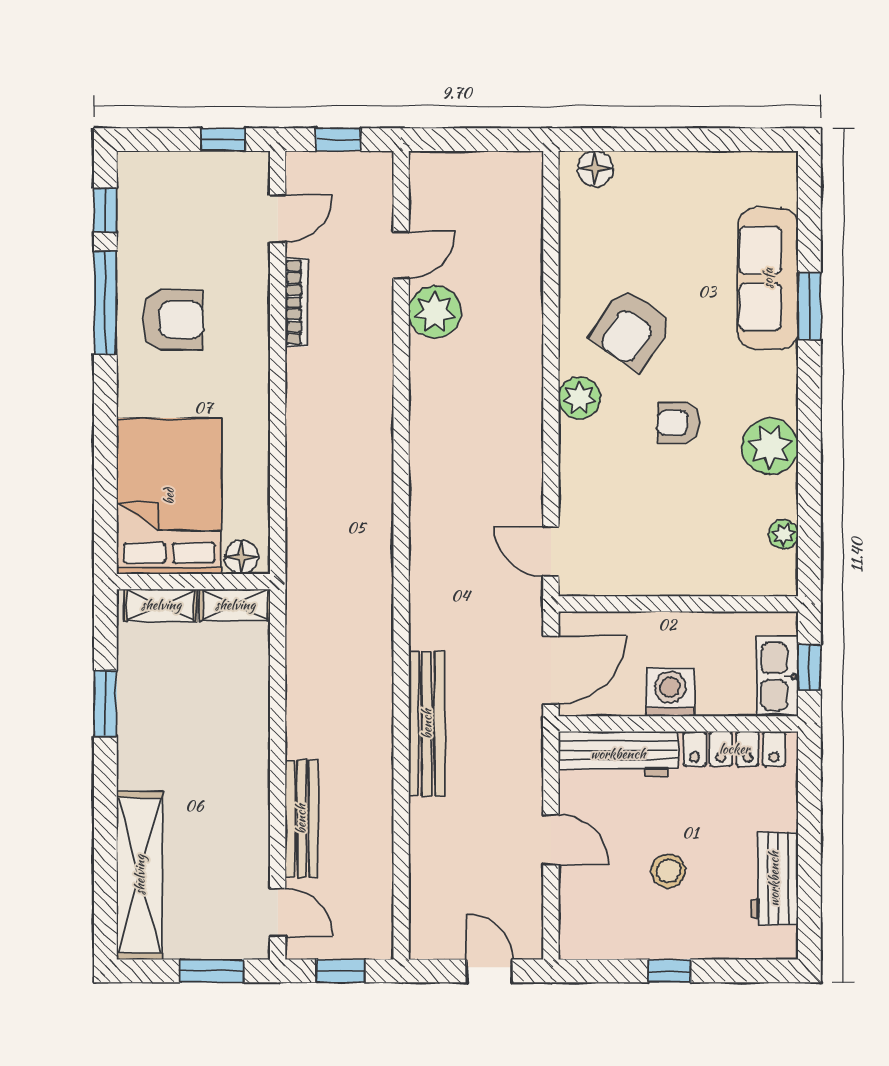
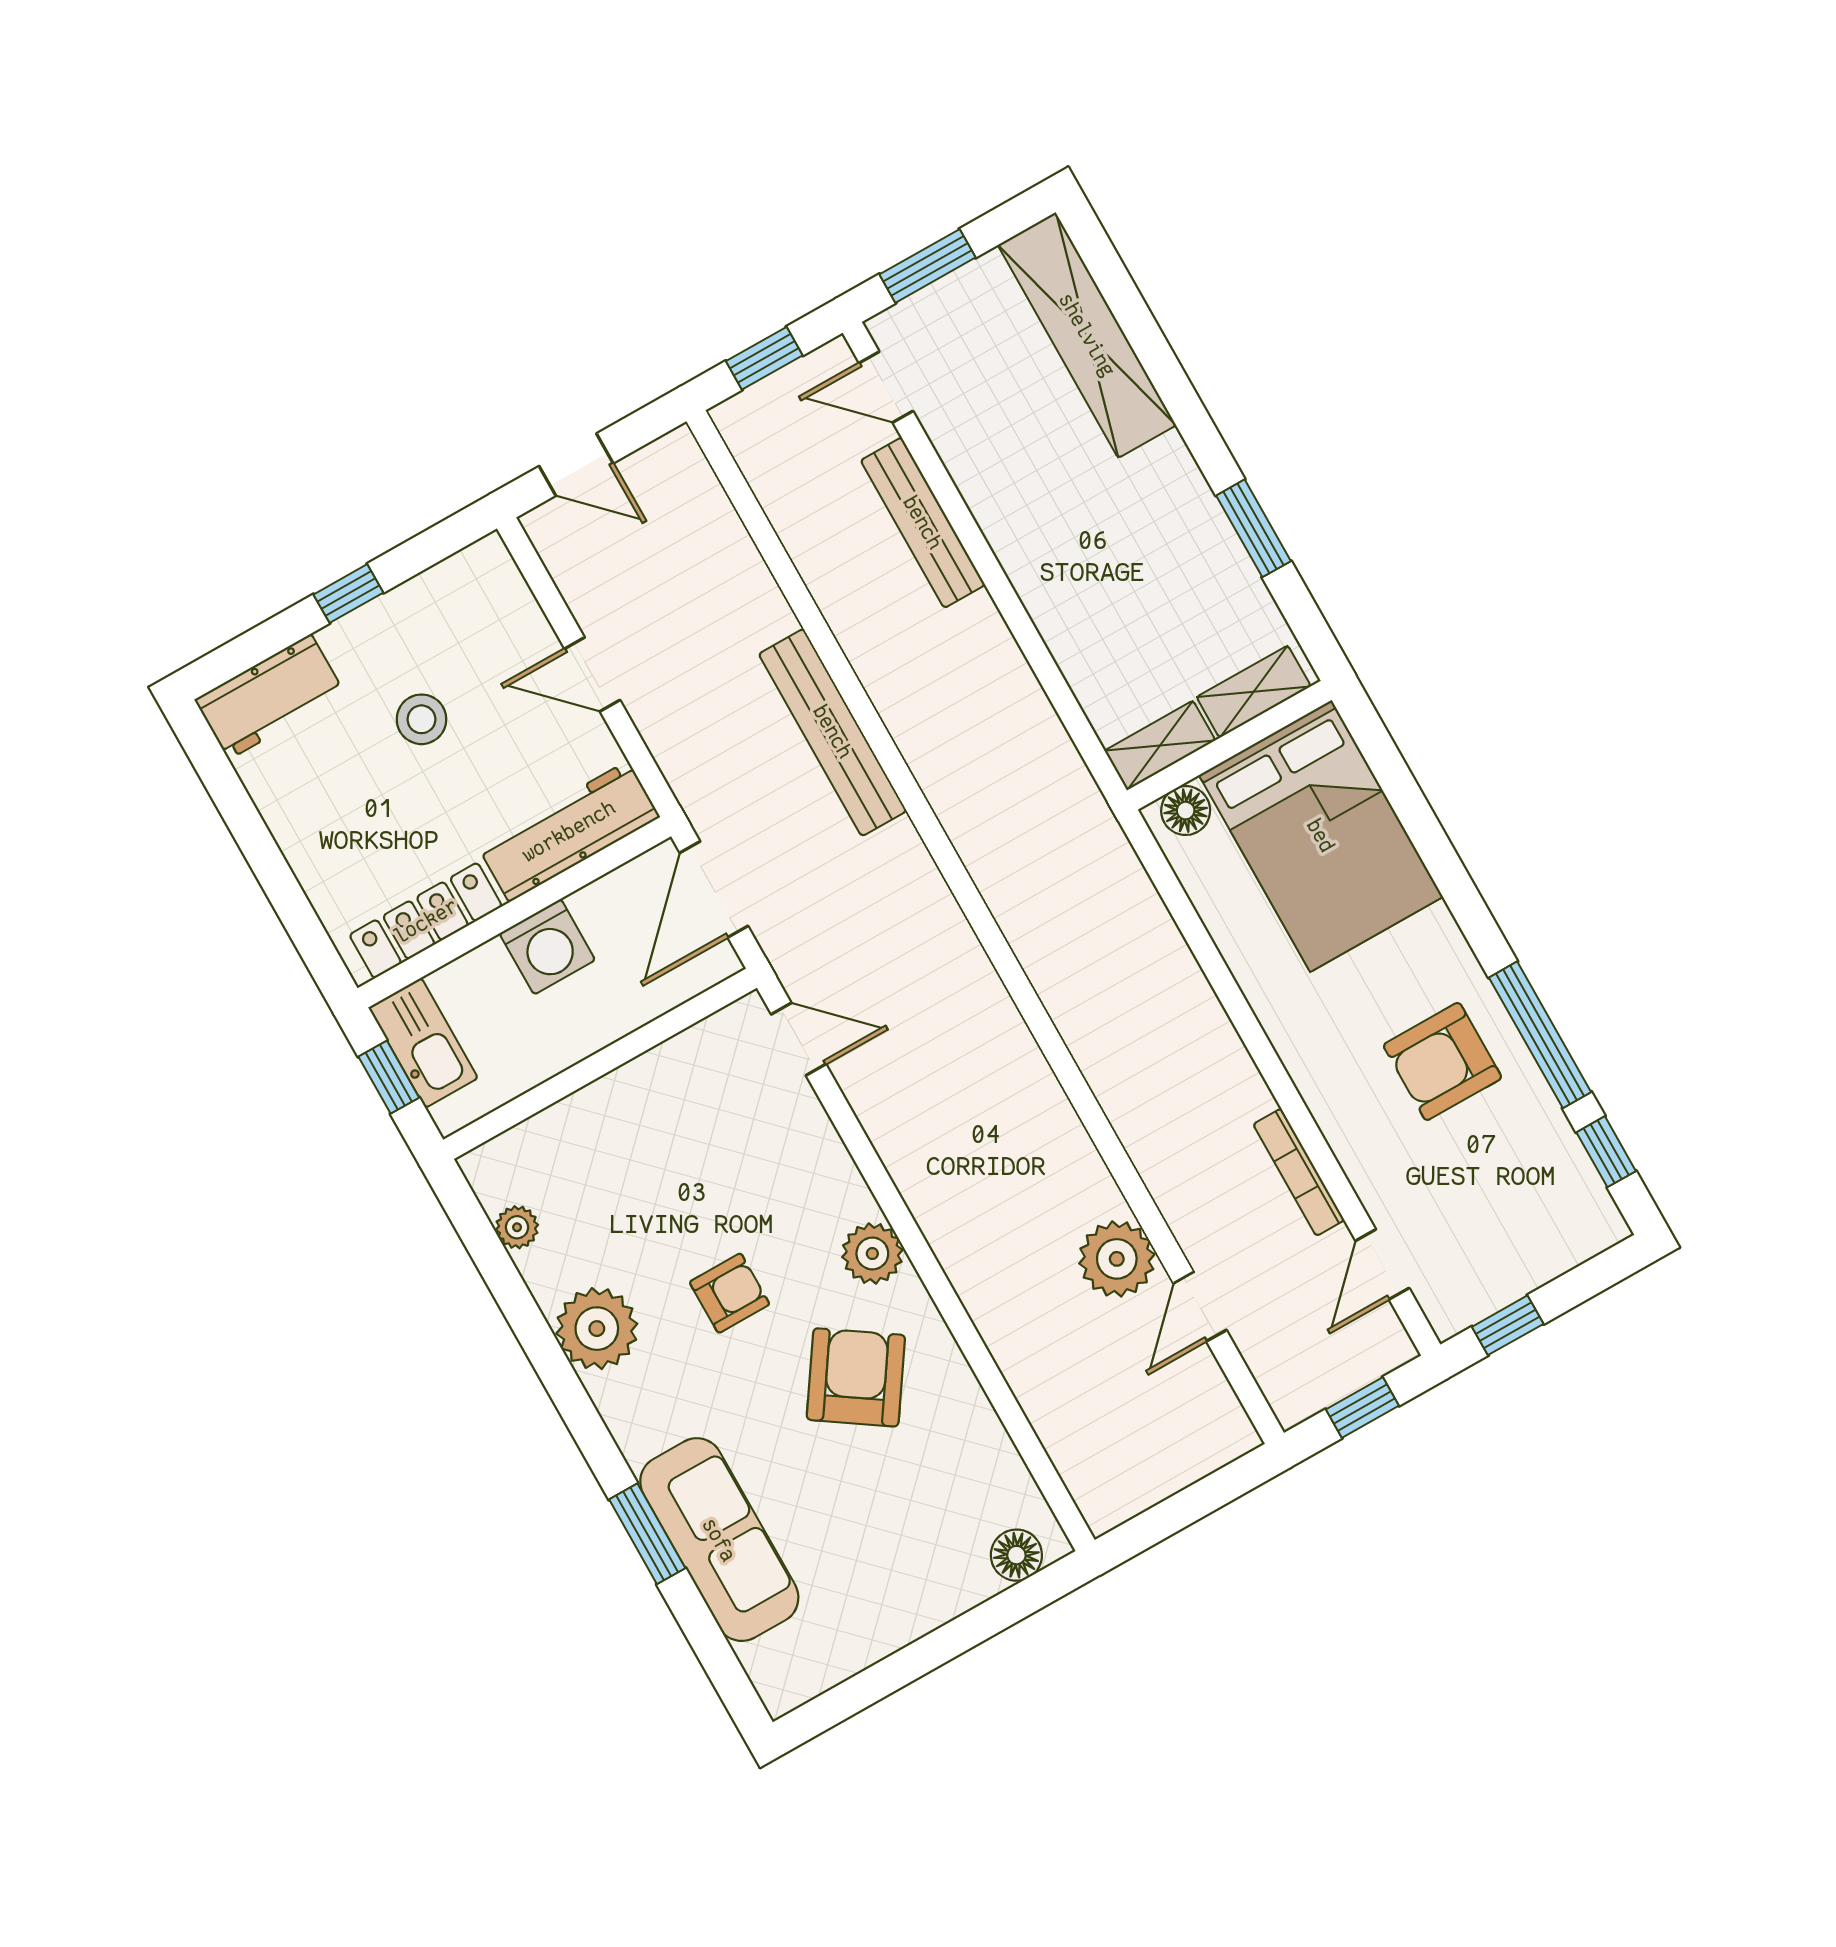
workbench: (774, 879) -> (270, 697), moved, turned 90

